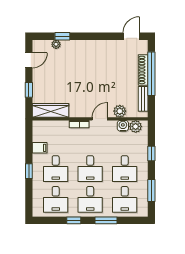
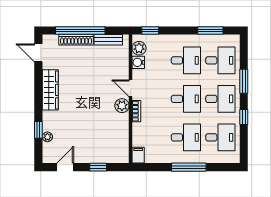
door: (29, 60) -> (65, 167), hinge flipped
wardrobe: (51, 110) -> (50, 90), moved, turned 180
plant: (120, 111) -> (122, 106), moved
filing cabinet: (40, 148) -> (138, 155), moved
window: (151, 154) -> (150, 30), moved
window: (29, 171) -> (189, 167), width x2.17

